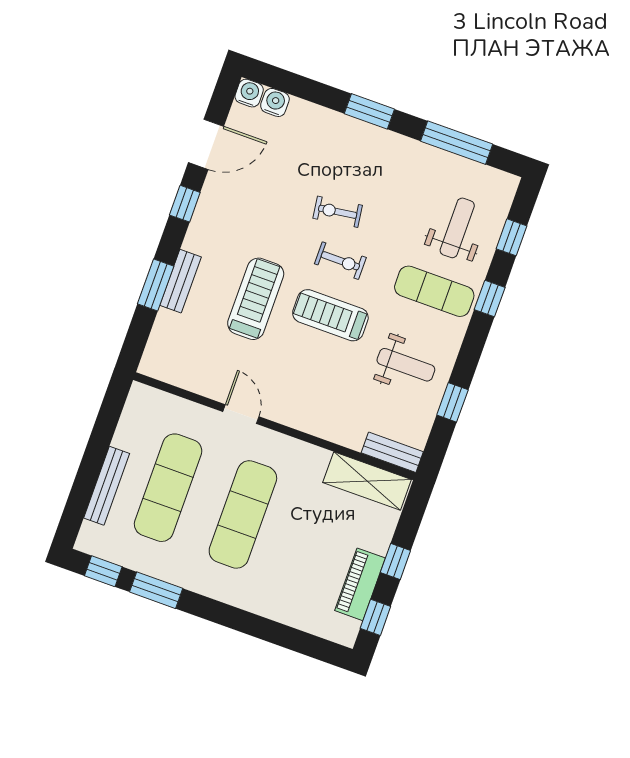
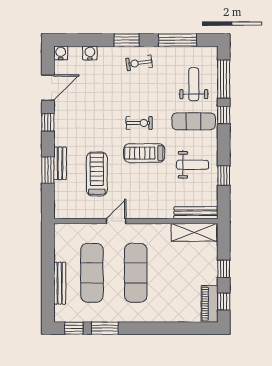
water cooler: (275, 102) -> (90, 53), moved
exercise bike: (338, 212) -> (139, 63), moved
window: (512, 237) -> (224, 79), width x2.17
treadmill: (256, 299) -> (97, 174), moved
door: (241, 414) -> (116, 221), hinge flipped
bench: (392, 452) -> (196, 213), width x1.36
piano: (360, 584) -> (210, 304), moved

